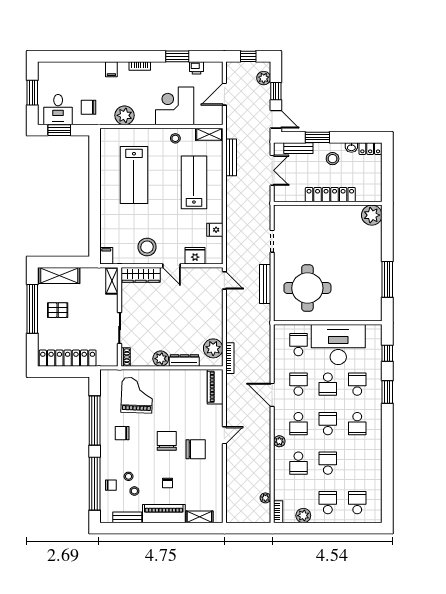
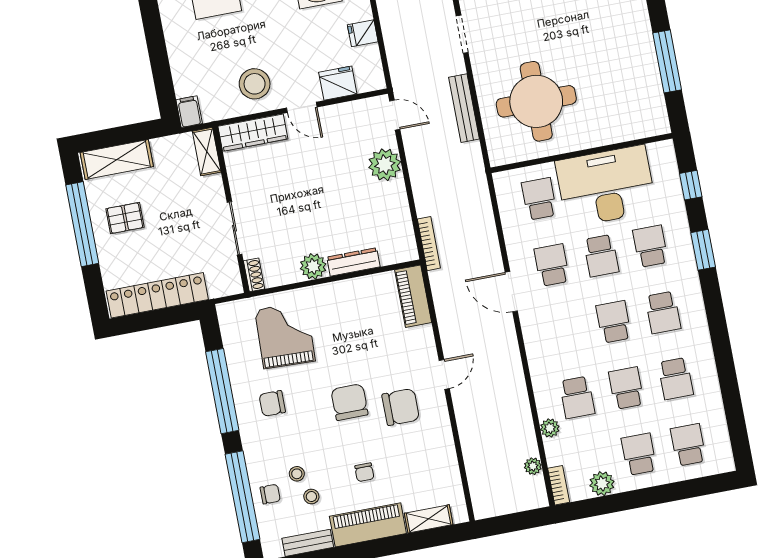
plant: (213, 348) -> (385, 165), moved
school desk: (298, 424) -> (676, 379), moved
plant: (279, 441) -> (550, 428), moved

